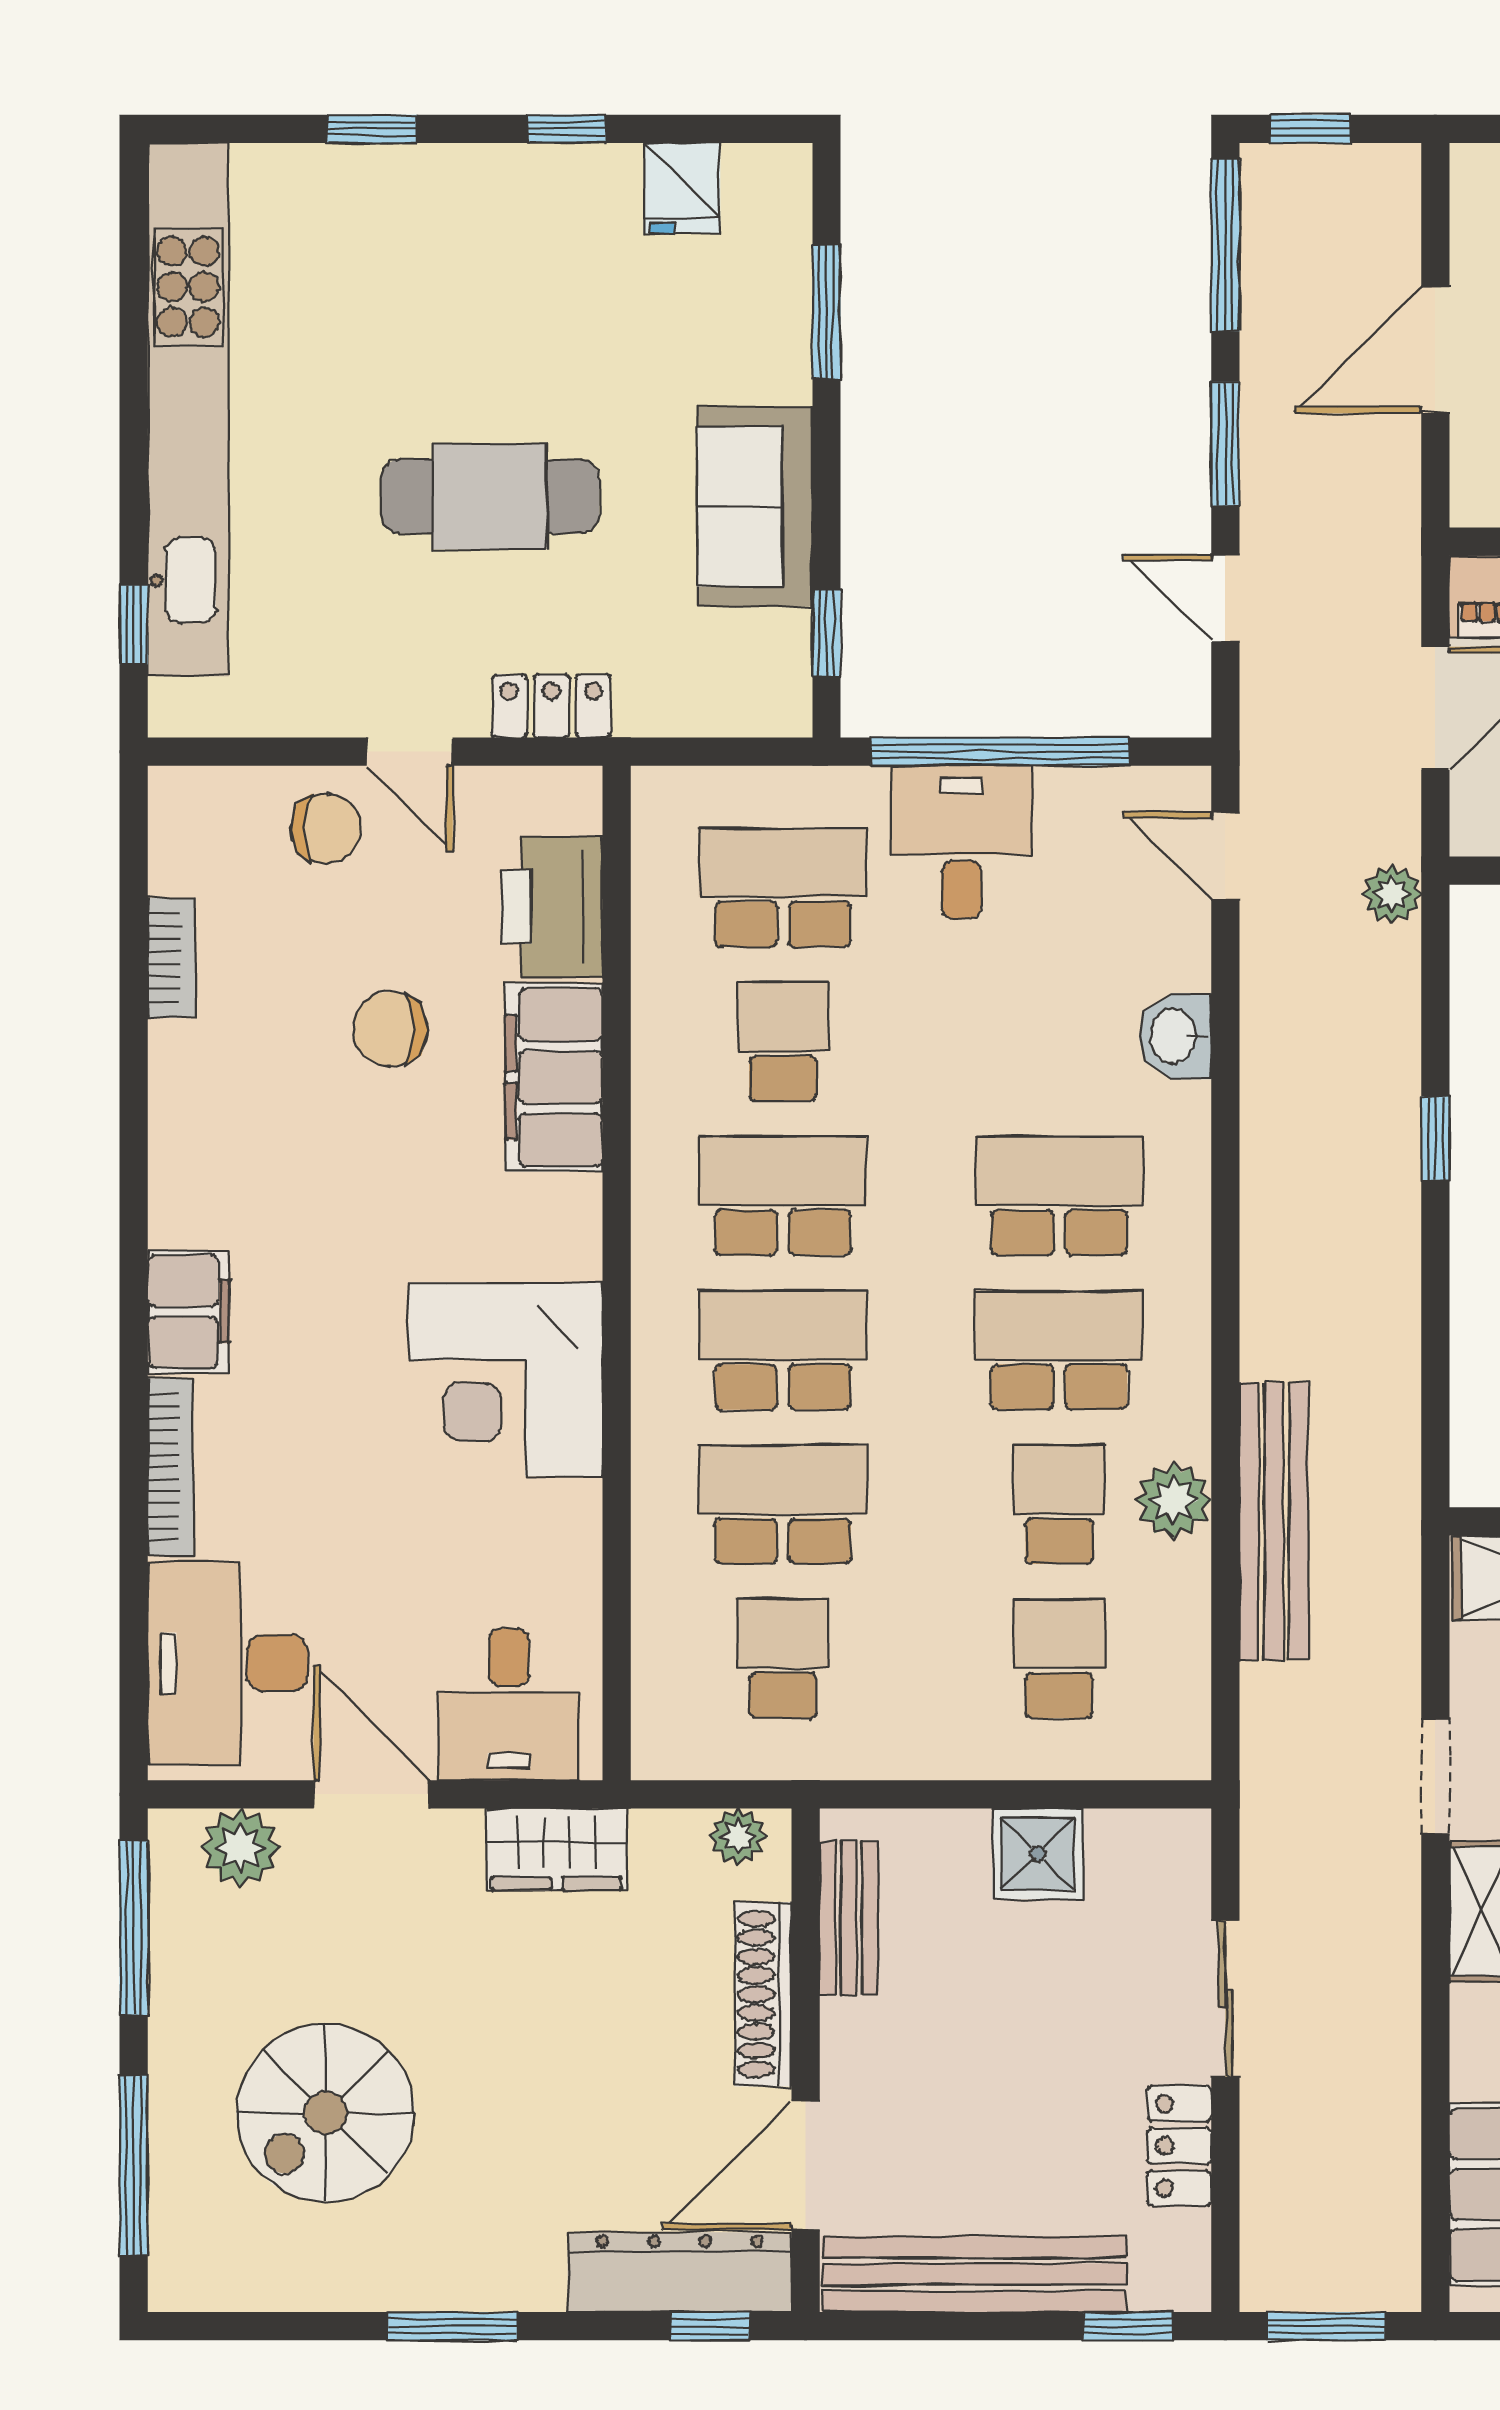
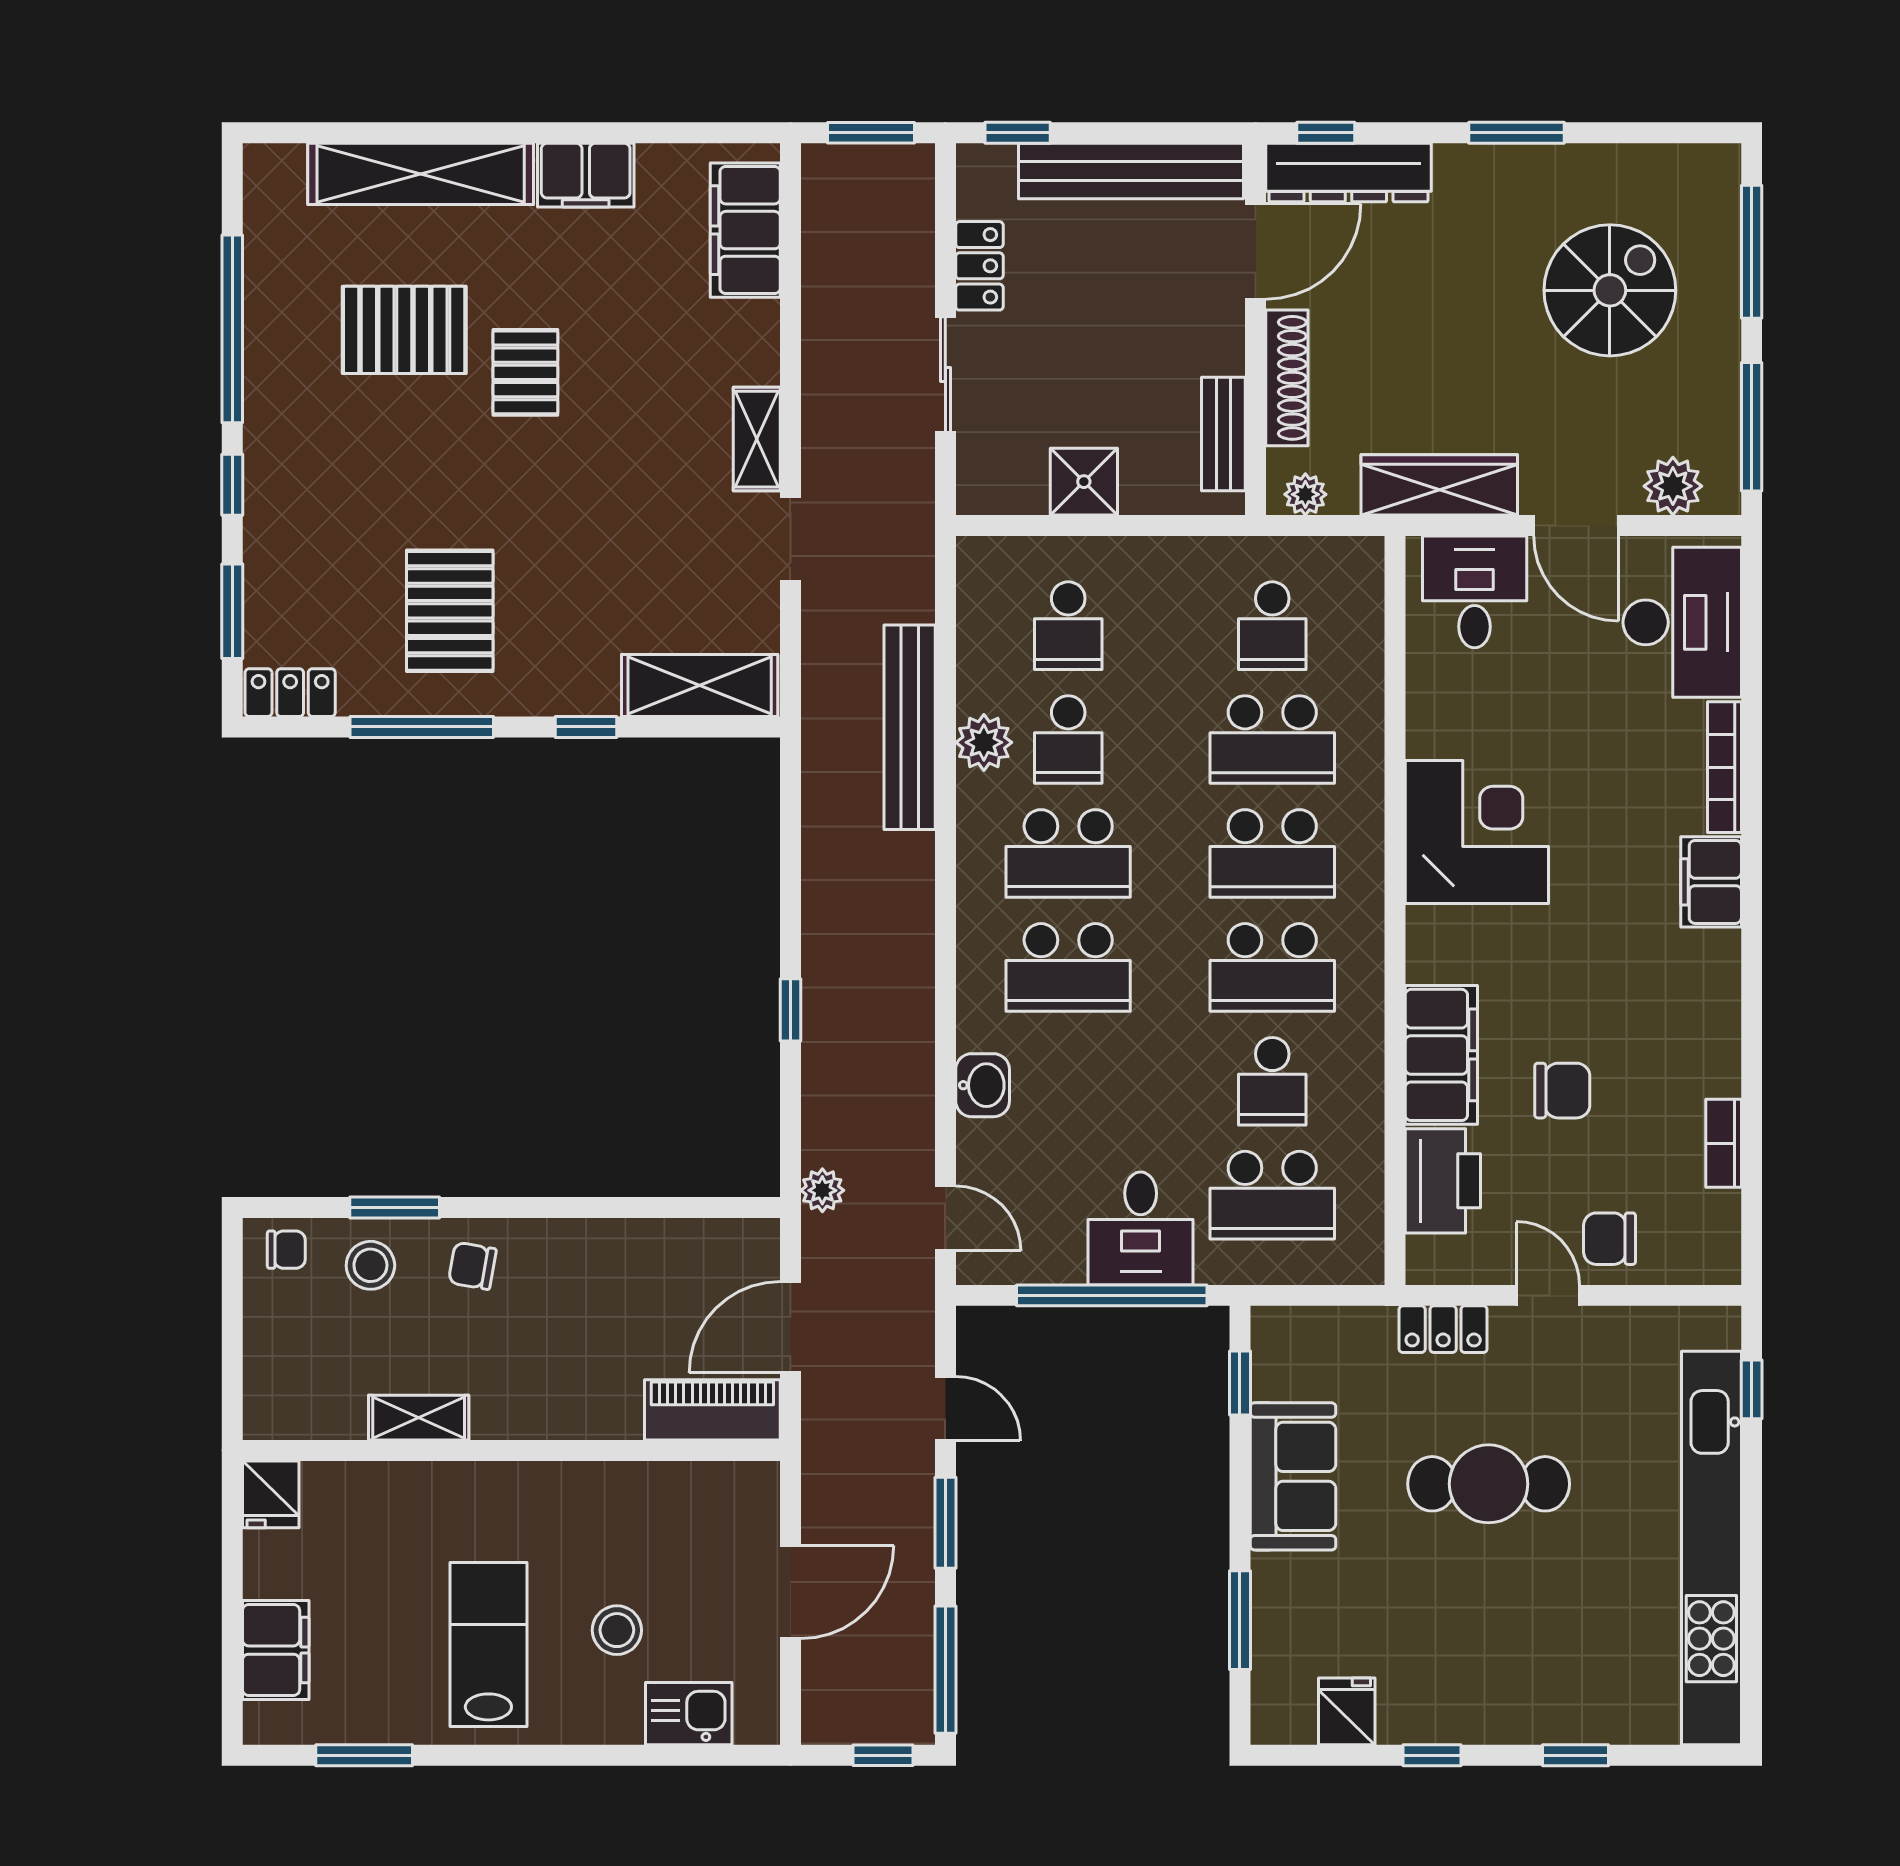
wardrobe: (557, 1849) -> (1439, 485), width x1.50

